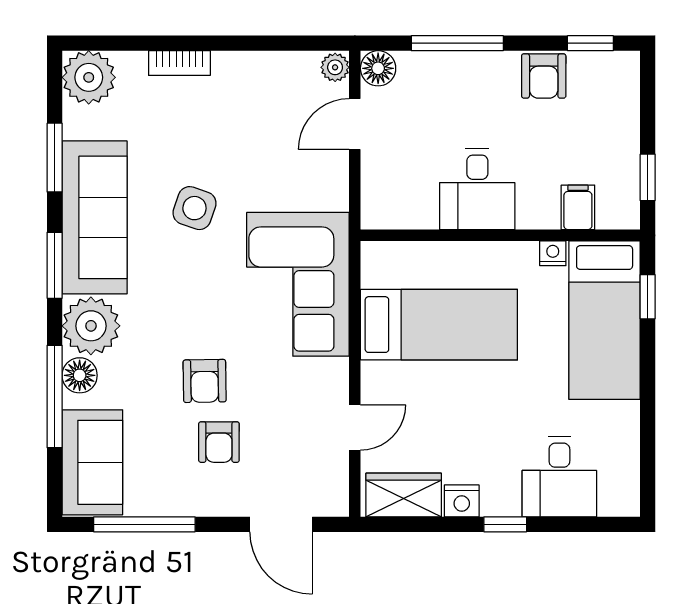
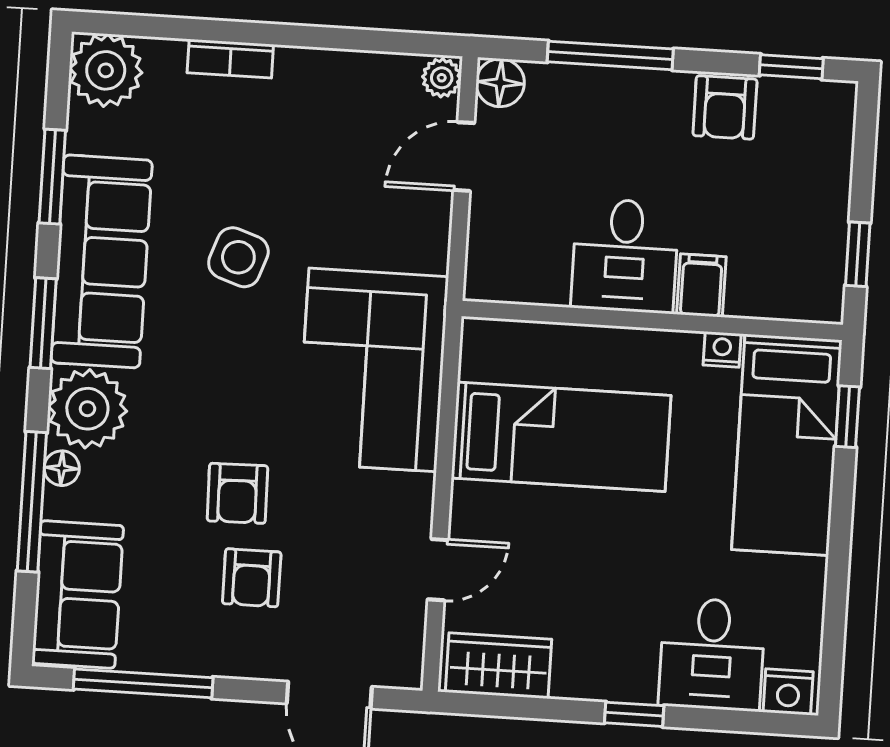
filing cabinet: (578, 207) -> (701, 285), moved
floor lamp: (80, 375) -> (62, 468), width x0.73, depth x0.73
nightstand: (462, 501) -> (788, 692), moved

